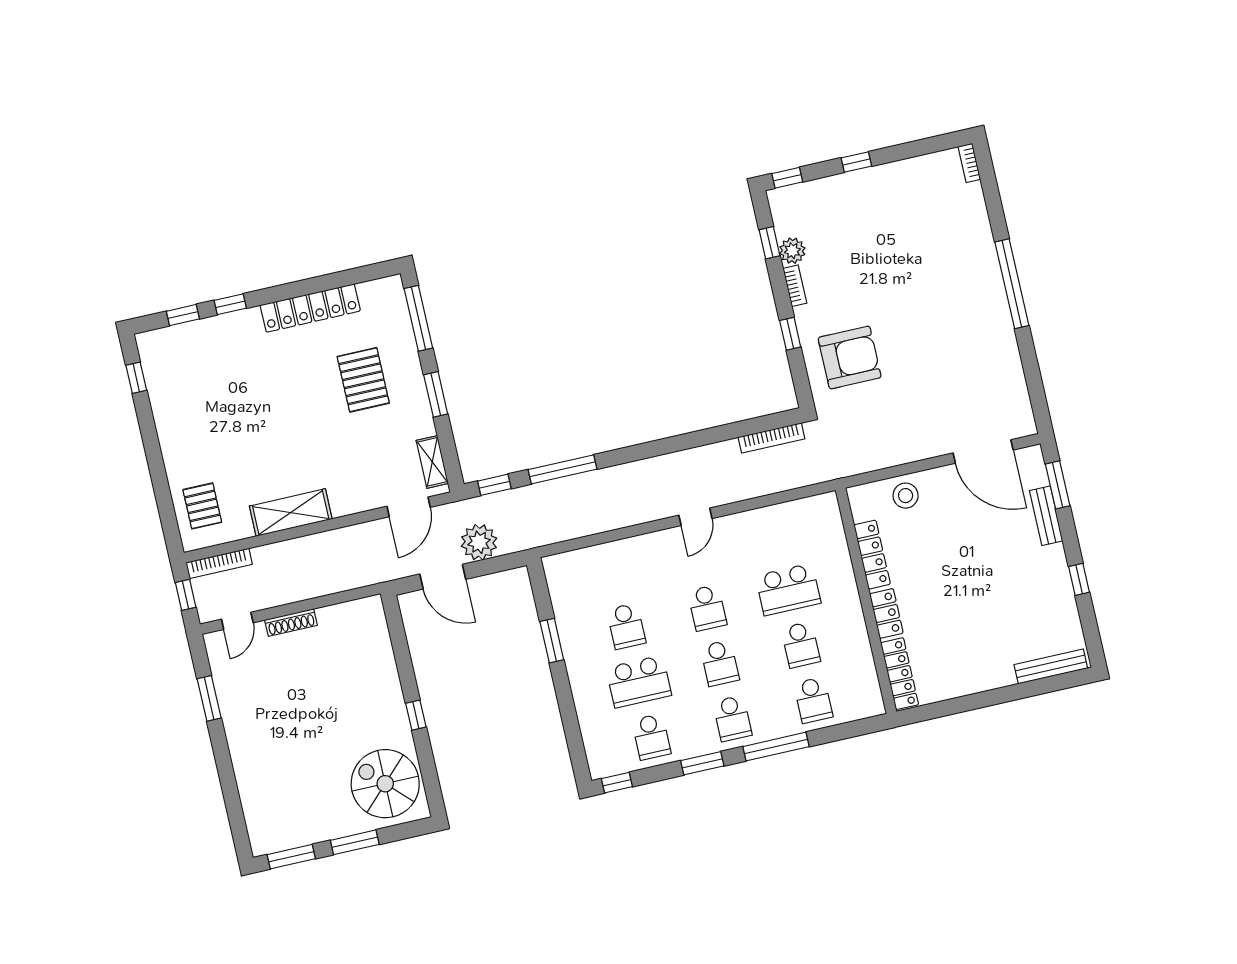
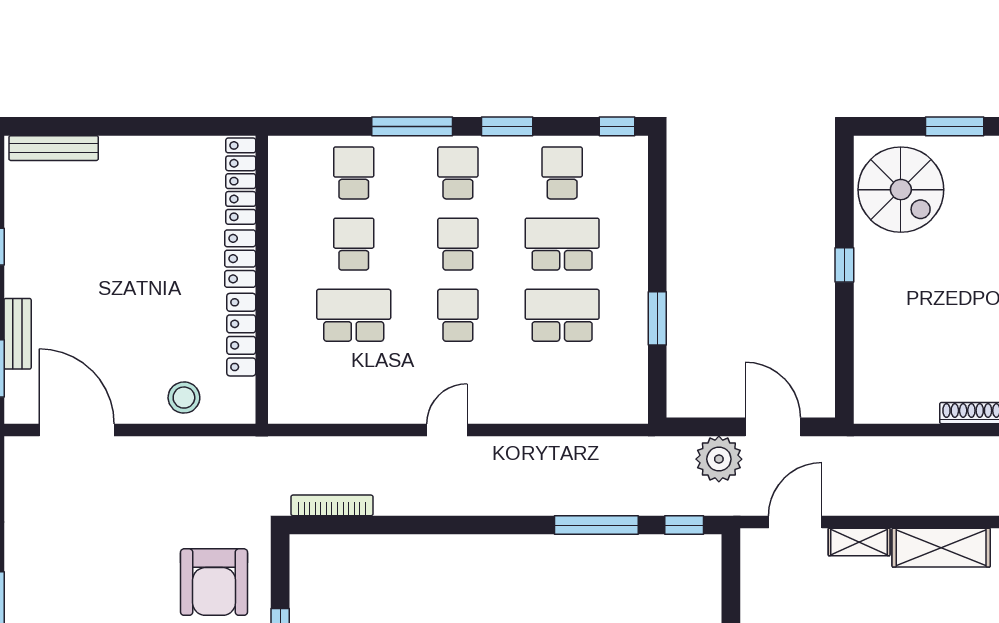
armchair: (850, 357) -> (214, 582), turned -90
shelving: (432, 462) -> (859, 542), moved, turned 90
school desk: (626, 626) -> (562, 315), width x1.85

